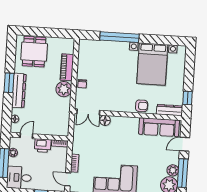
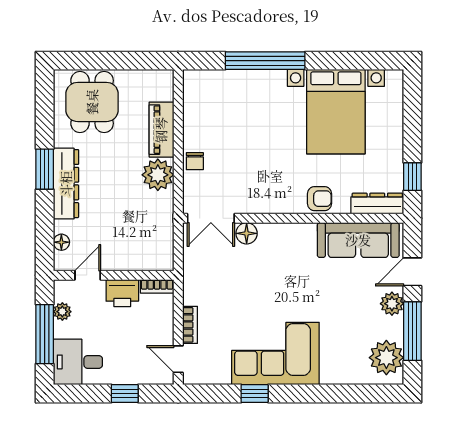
plant: (173, 170) -> (392, 304), moved

